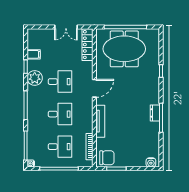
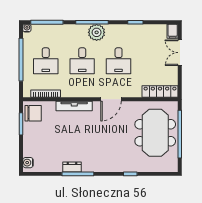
double door: (66, 27) -> (180, 53), moved
filing cabinet: (34, 54) -> (173, 31), moved
plant: (35, 78) -> (97, 32), moved
door: (94, 88) -> (111, 99), hinge flipped
dresser: (155, 113) -> (72, 167), moved
chair: (107, 158) -> (33, 113), turned -90

